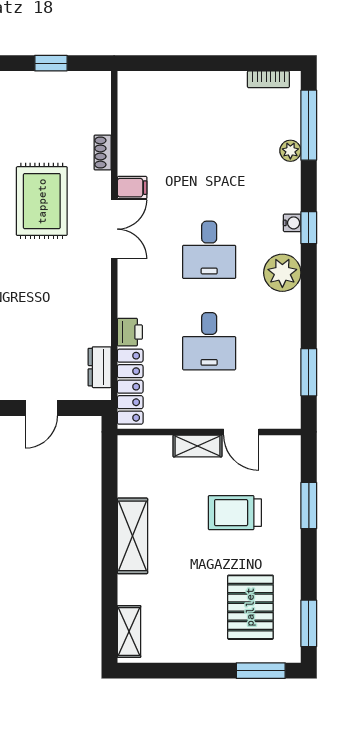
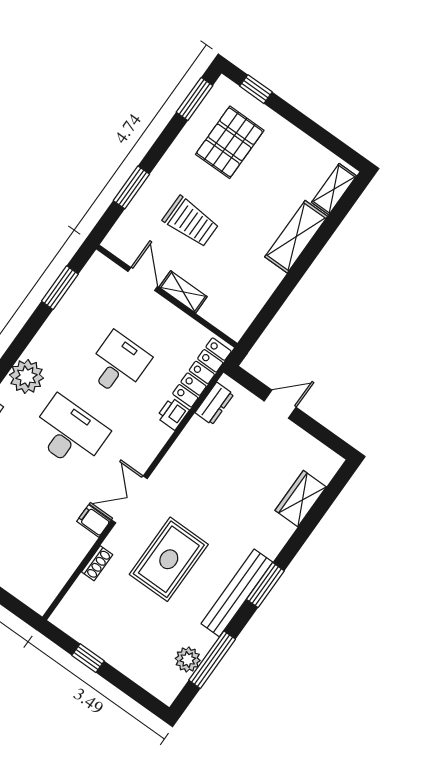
desk: (209, 250) -> (69, 433), width x1.37
shelving: (132, 536) -> (296, 237), moved
window: (261, 671) -> (256, 89), width x0.67

